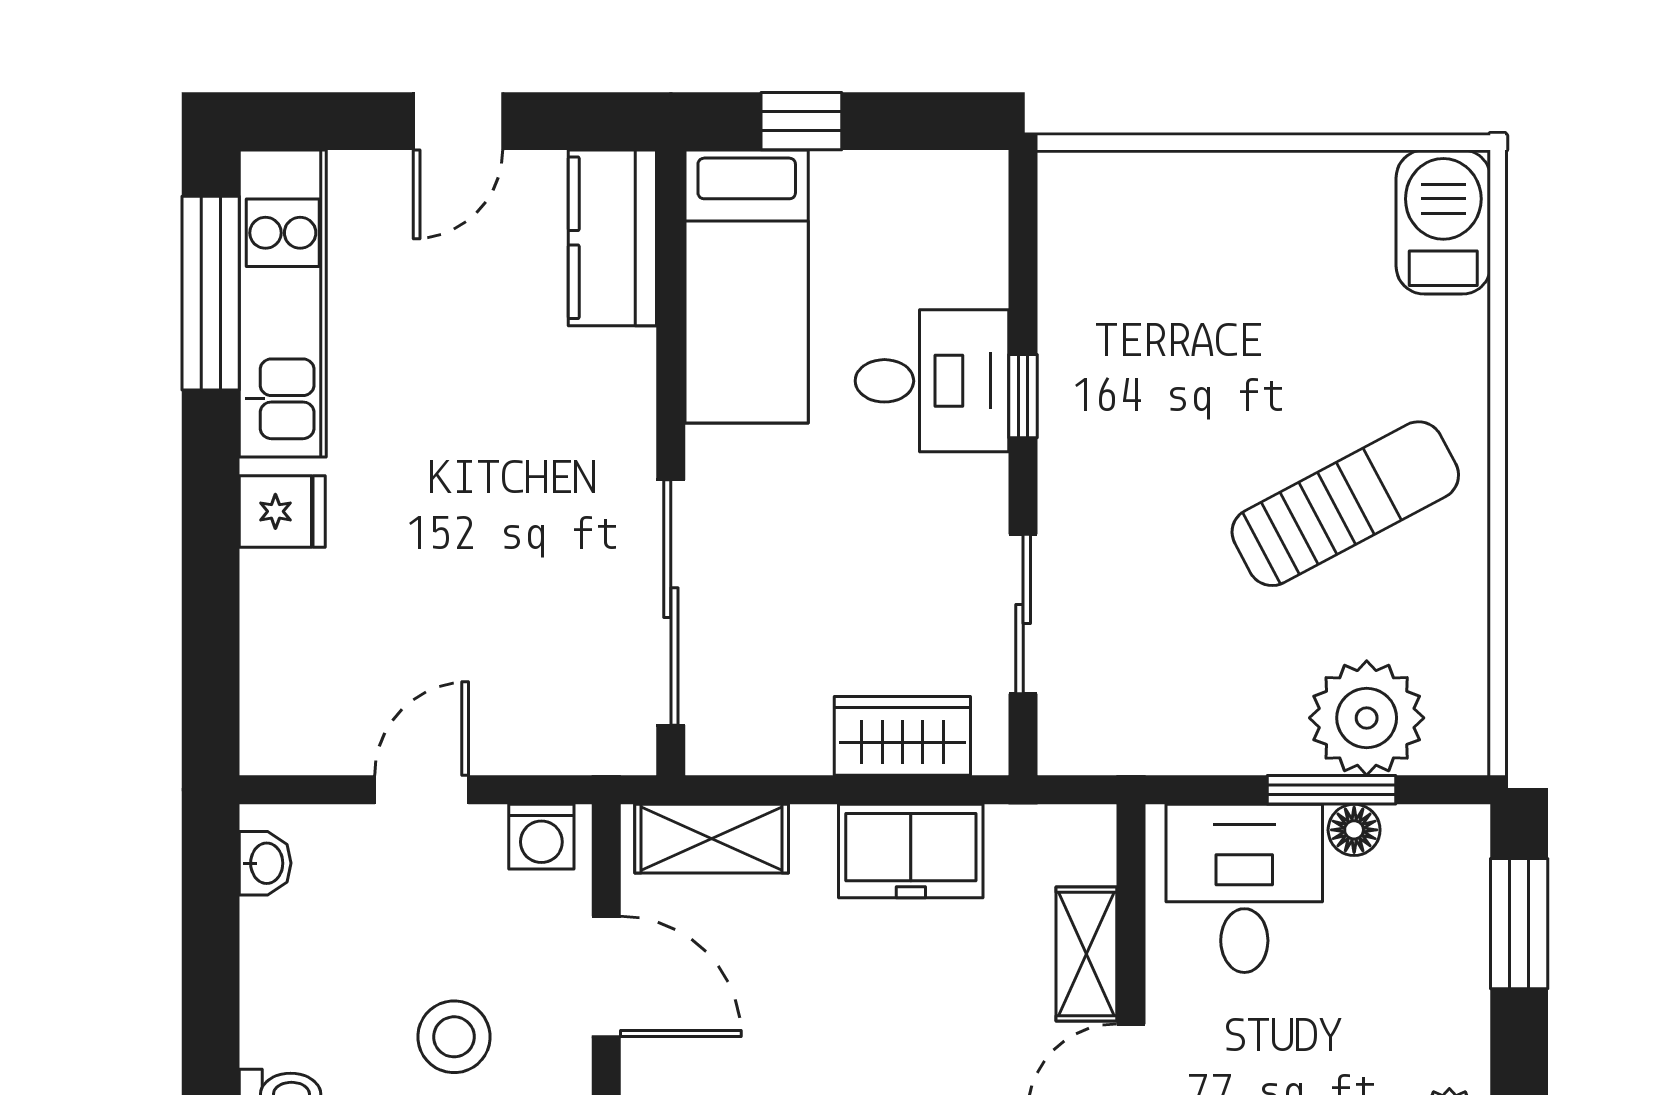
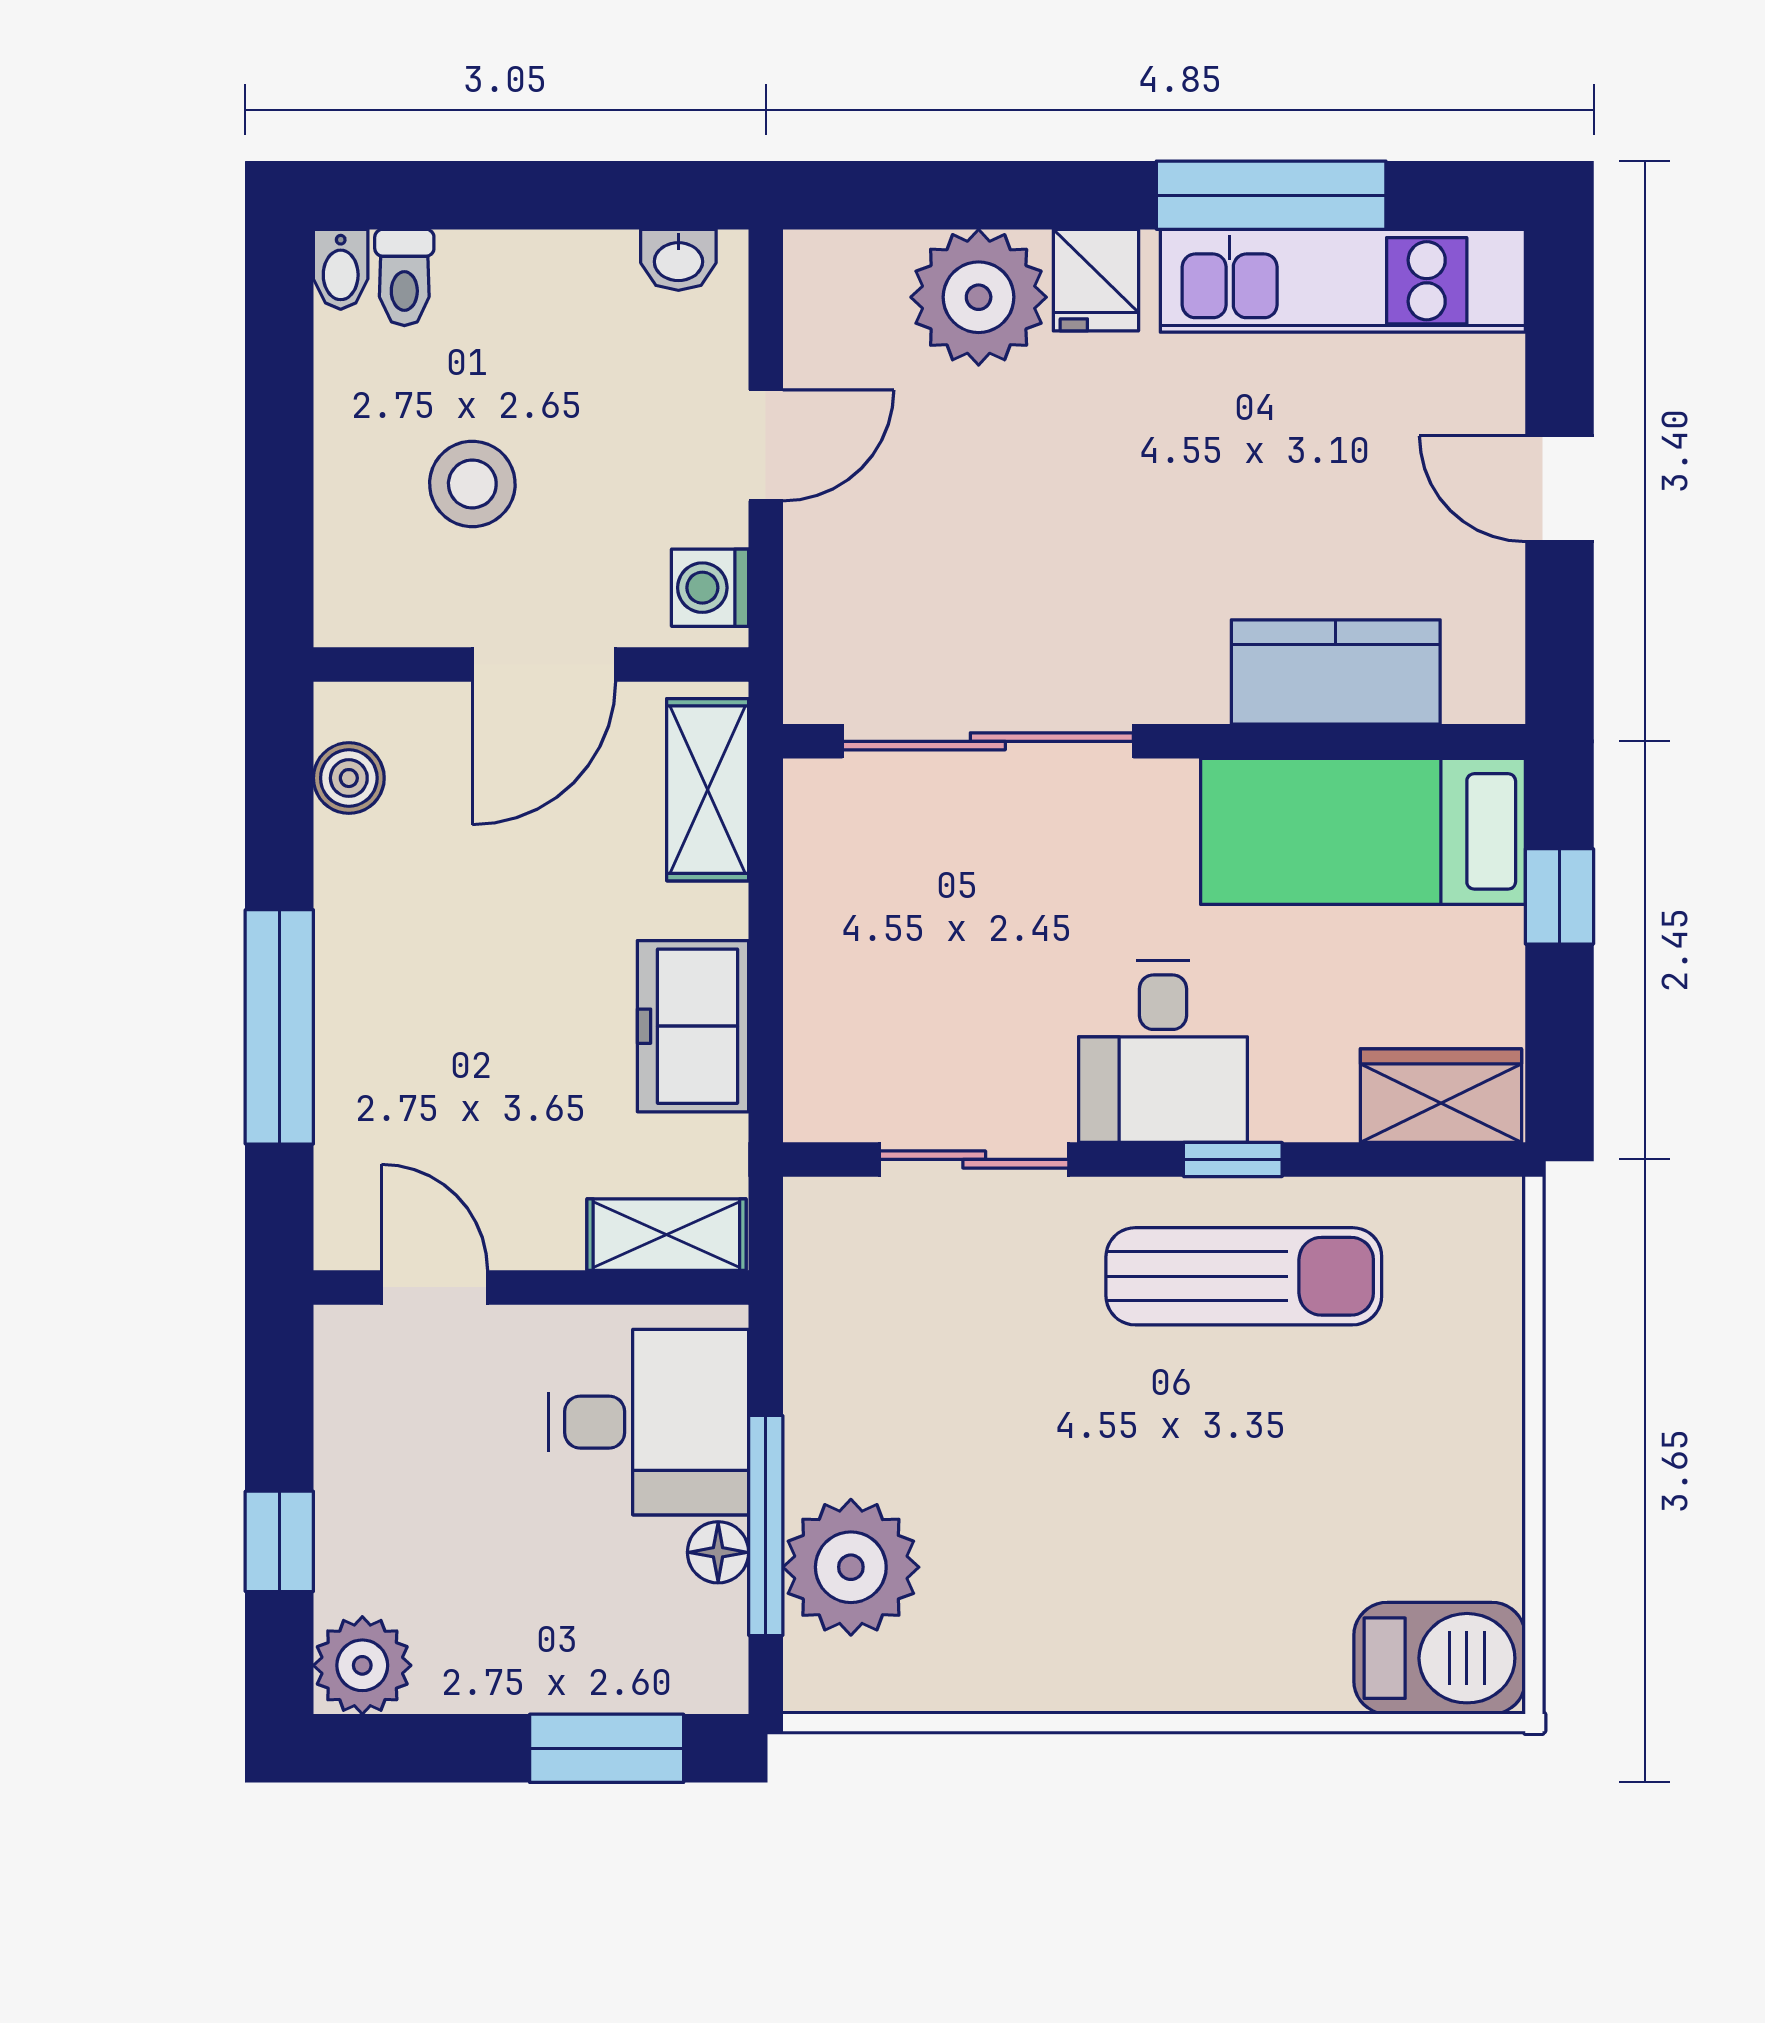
kitchen counter: (612, 238) -> (1336, 672), moved
window: (211, 293) -> (1271, 195), moved
desk: (932, 381) -> (1163, 1051), moved
sun lounger: (1345, 504) -> (1244, 1276), moved, turned -62
plant: (297, 610) -> (979, 297), added
wardrobe: (902, 736) -> (1441, 1096), moved, turned -90
door: (422, 790) -> (766, 445), hinge flipped
window: (1331, 790) -> (766, 1525), width x1.44
shelving: (1086, 954) -> (666, 1235), moved

